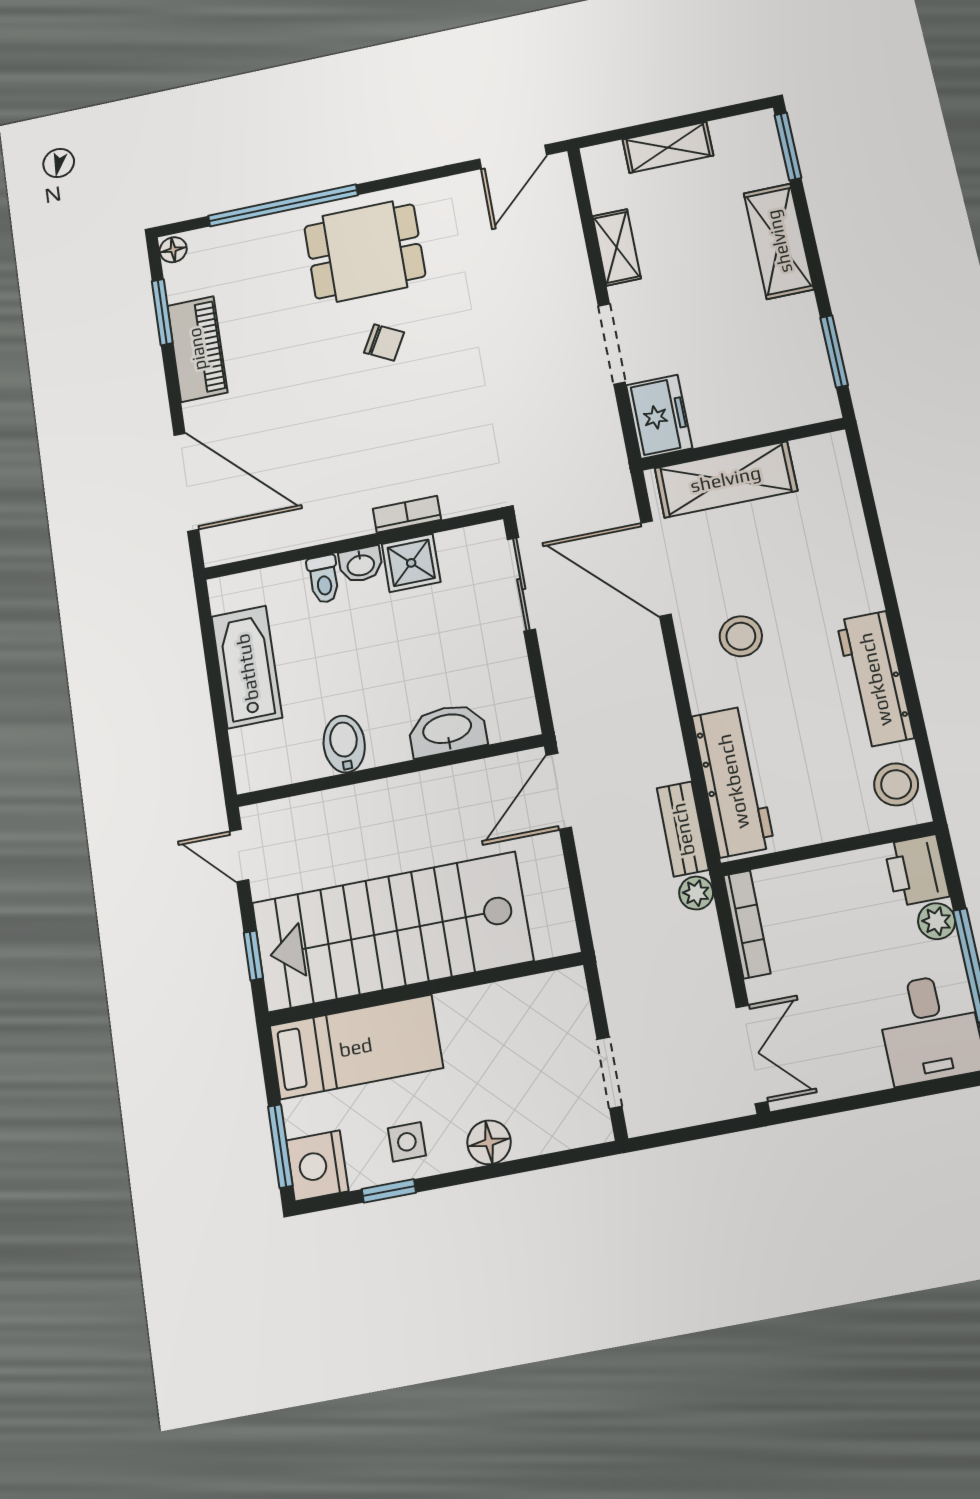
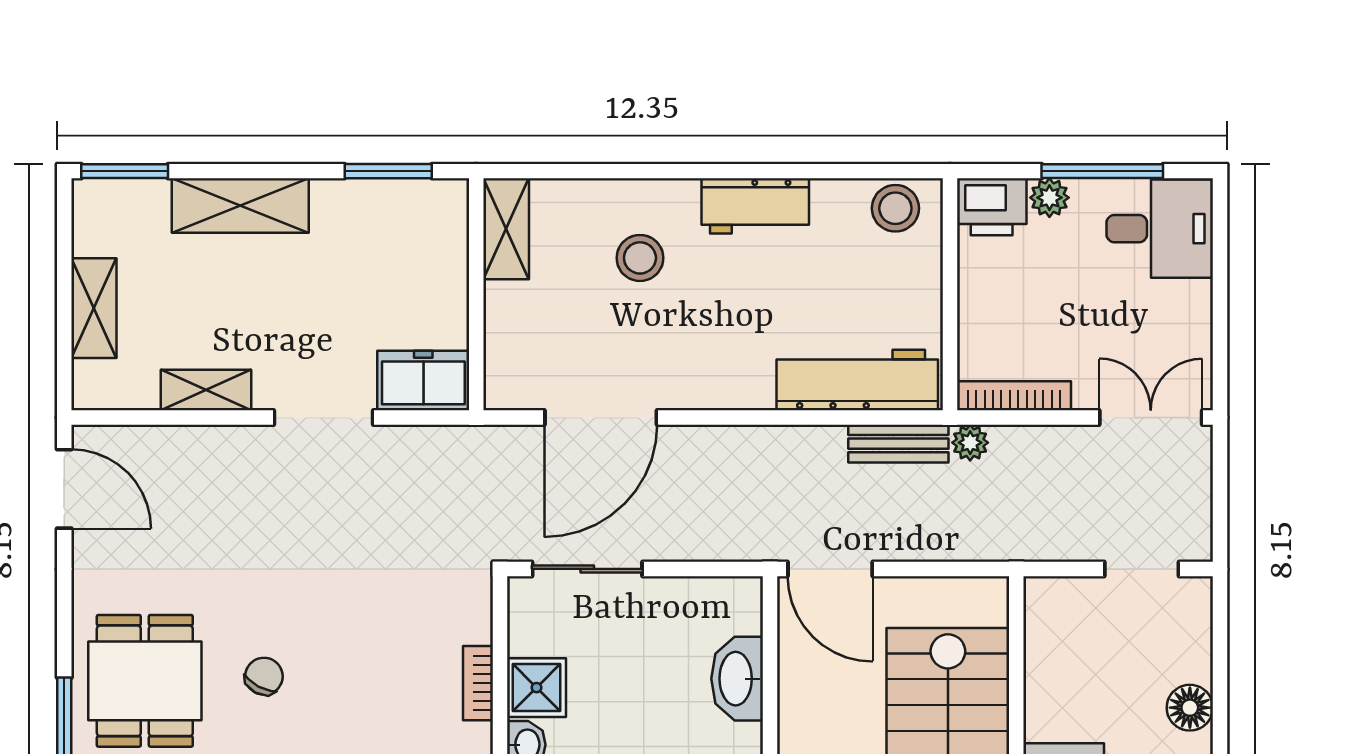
shelving: (726, 479) -> (506, 229), moved, width x0.67, depth x0.75
stool: (741, 636) -> (640, 258), moved
workbench: (875, 679) -> (755, 206), width x0.73

